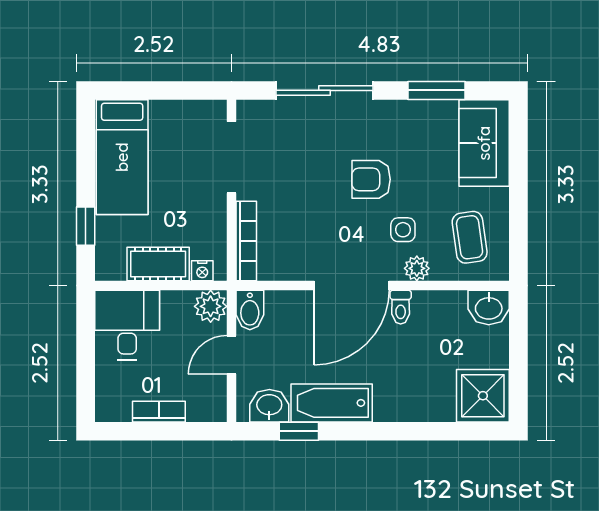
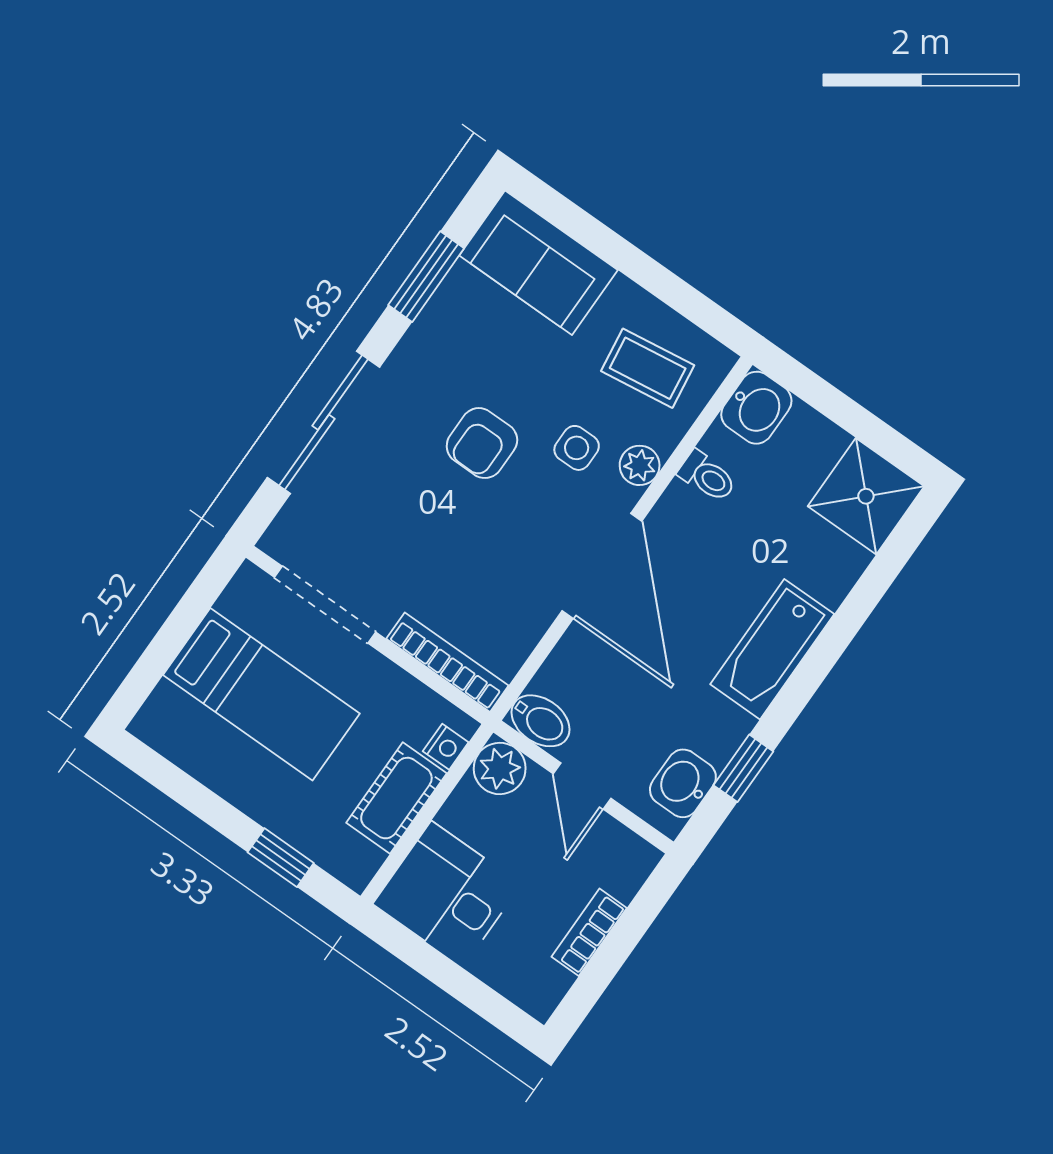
bed: (122, 157) -> (261, 694), moved
toilet: (401, 307) -> (707, 476), moved
bathtub: (332, 403) -> (772, 649), moved

